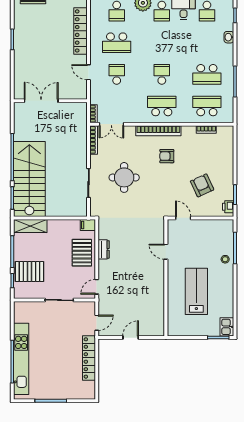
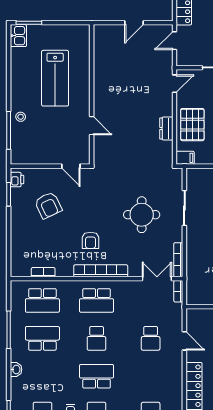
washbasin: (229, 37) -> (16, 369), moved
school desk: (117, 43) -> (97, 376), moved
armchair: (167, 156) -> (91, 240), turned 90

